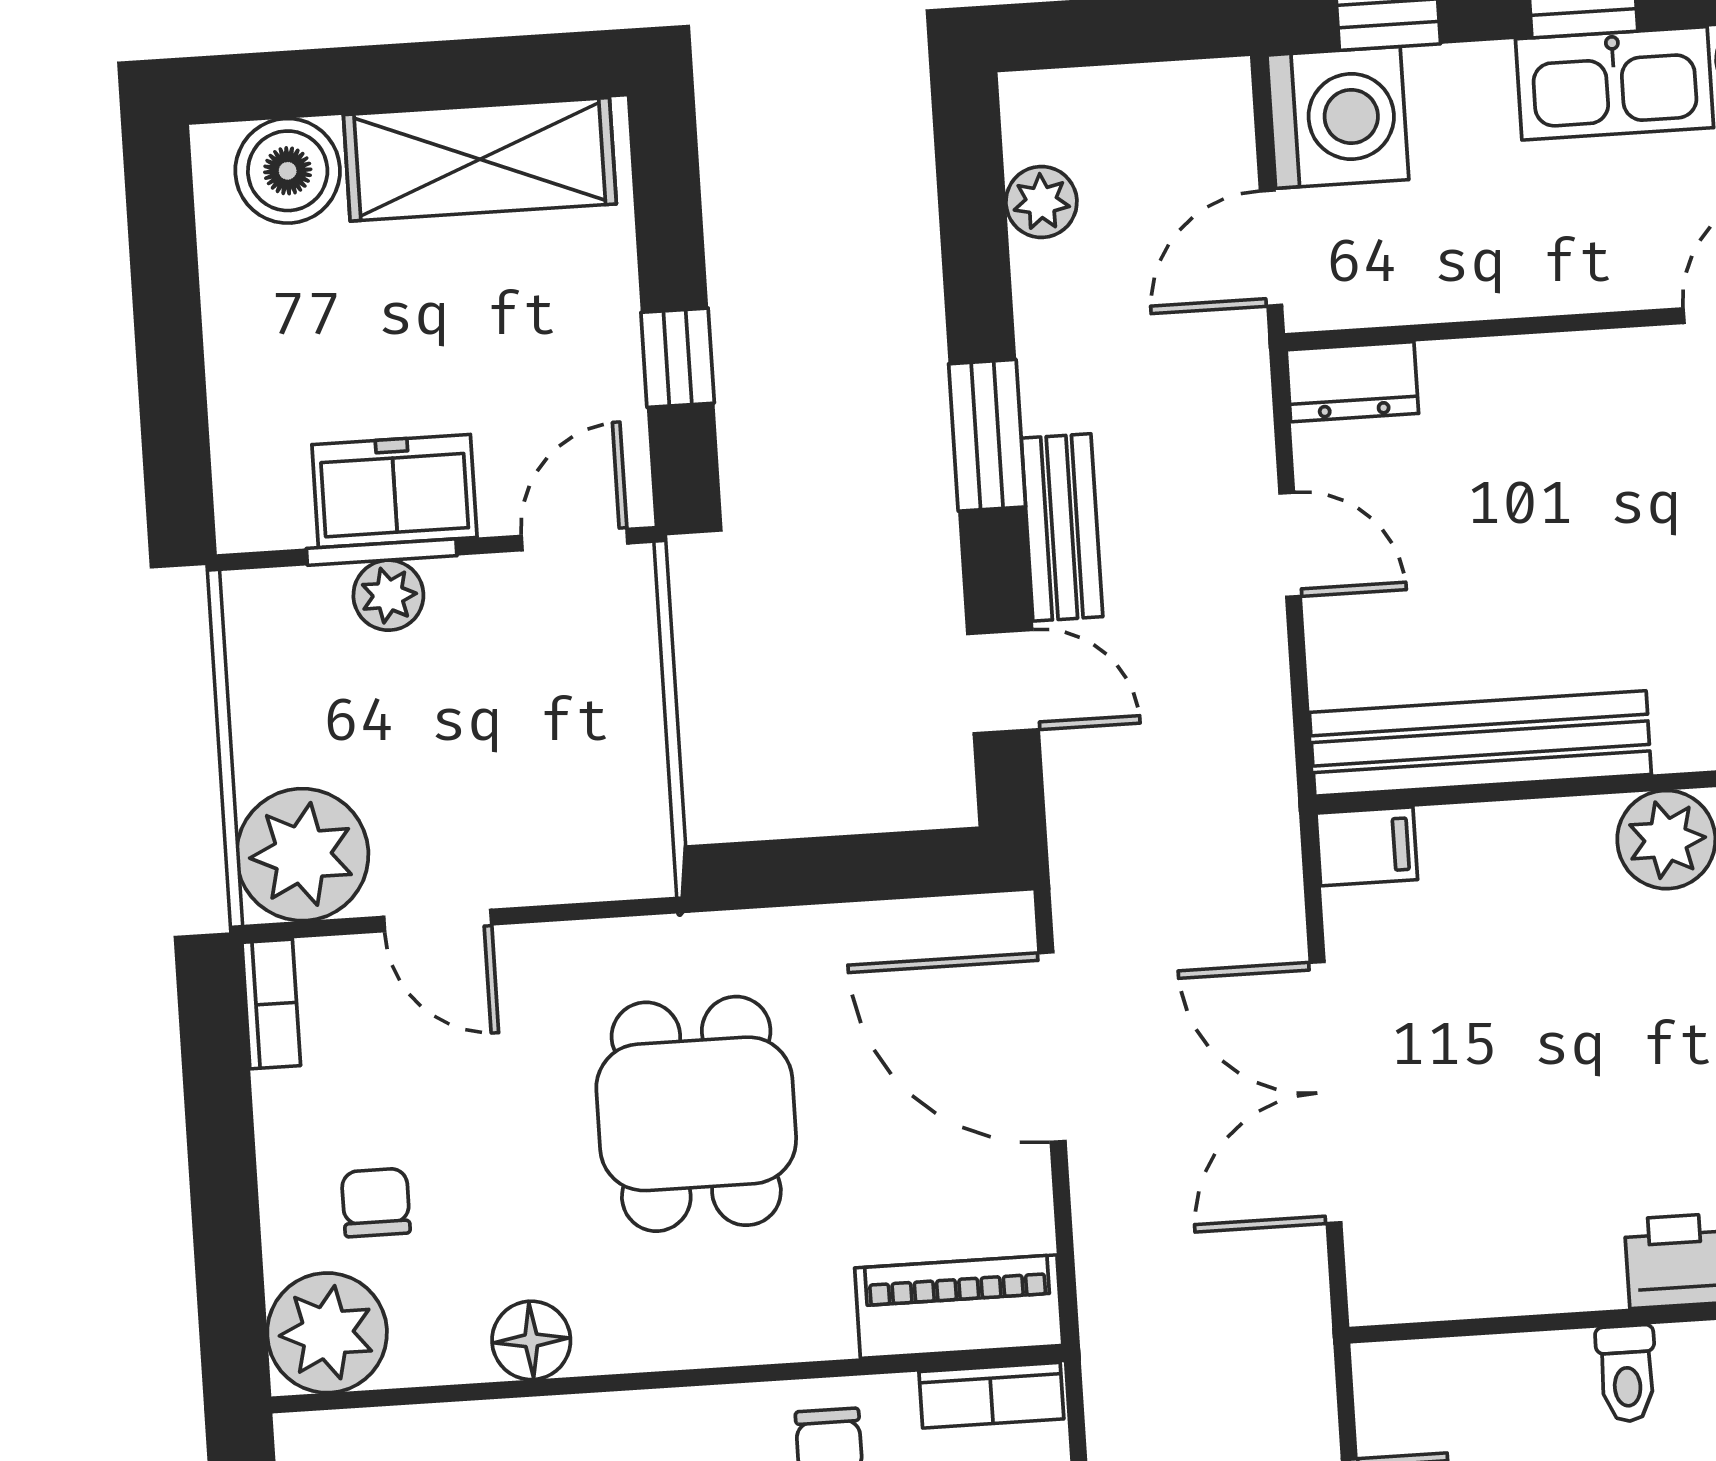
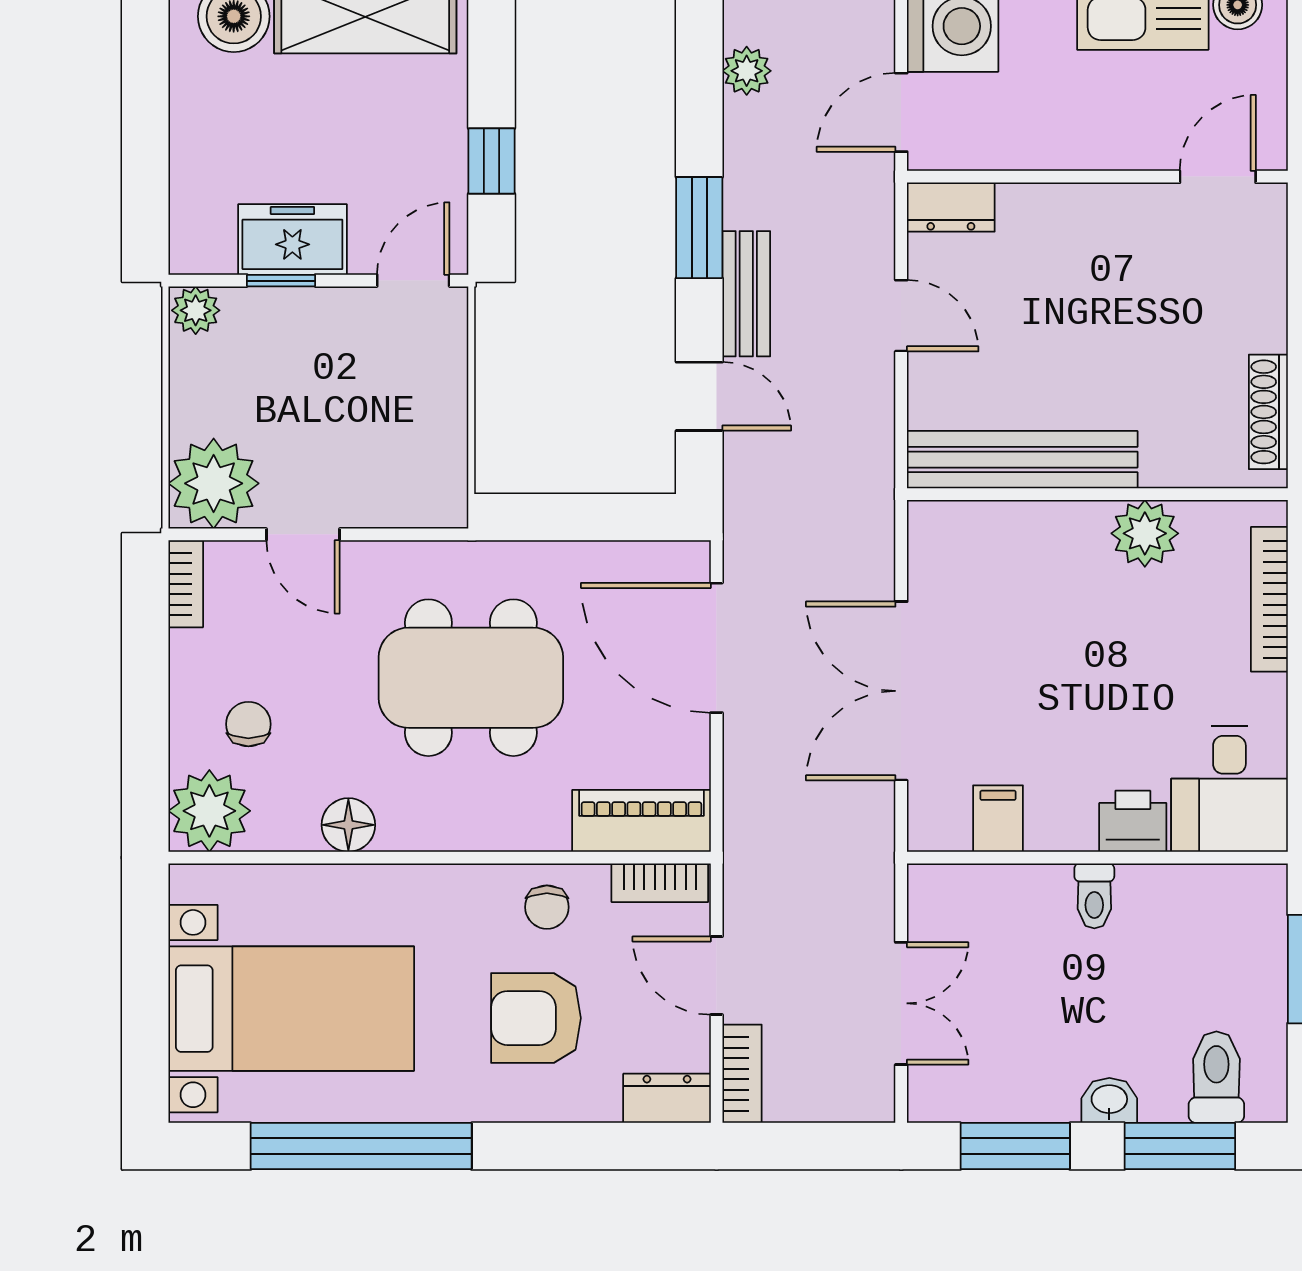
window: (382, 552) -> (281, 281), width x0.67
plant: (388, 595) -> (196, 310), moved
filing cabinet: (1367, 846) -> (998, 819), moved, turned -90
dining table: (696, 1114) -> (471, 678), width x1.38

